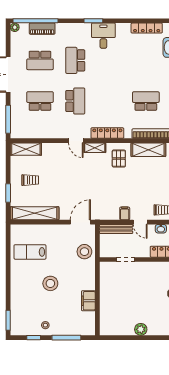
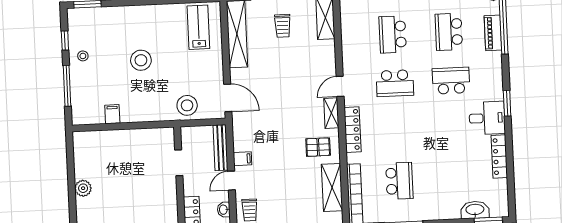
locker: (147, 28) -> (499, 157), moved
school desk: (40, 101) -> (393, 34), turned 180
lab bench: (30, 252) -> (198, 27), moved
filing cabinet: (88, 301) -> (112, 114), width x0.50

